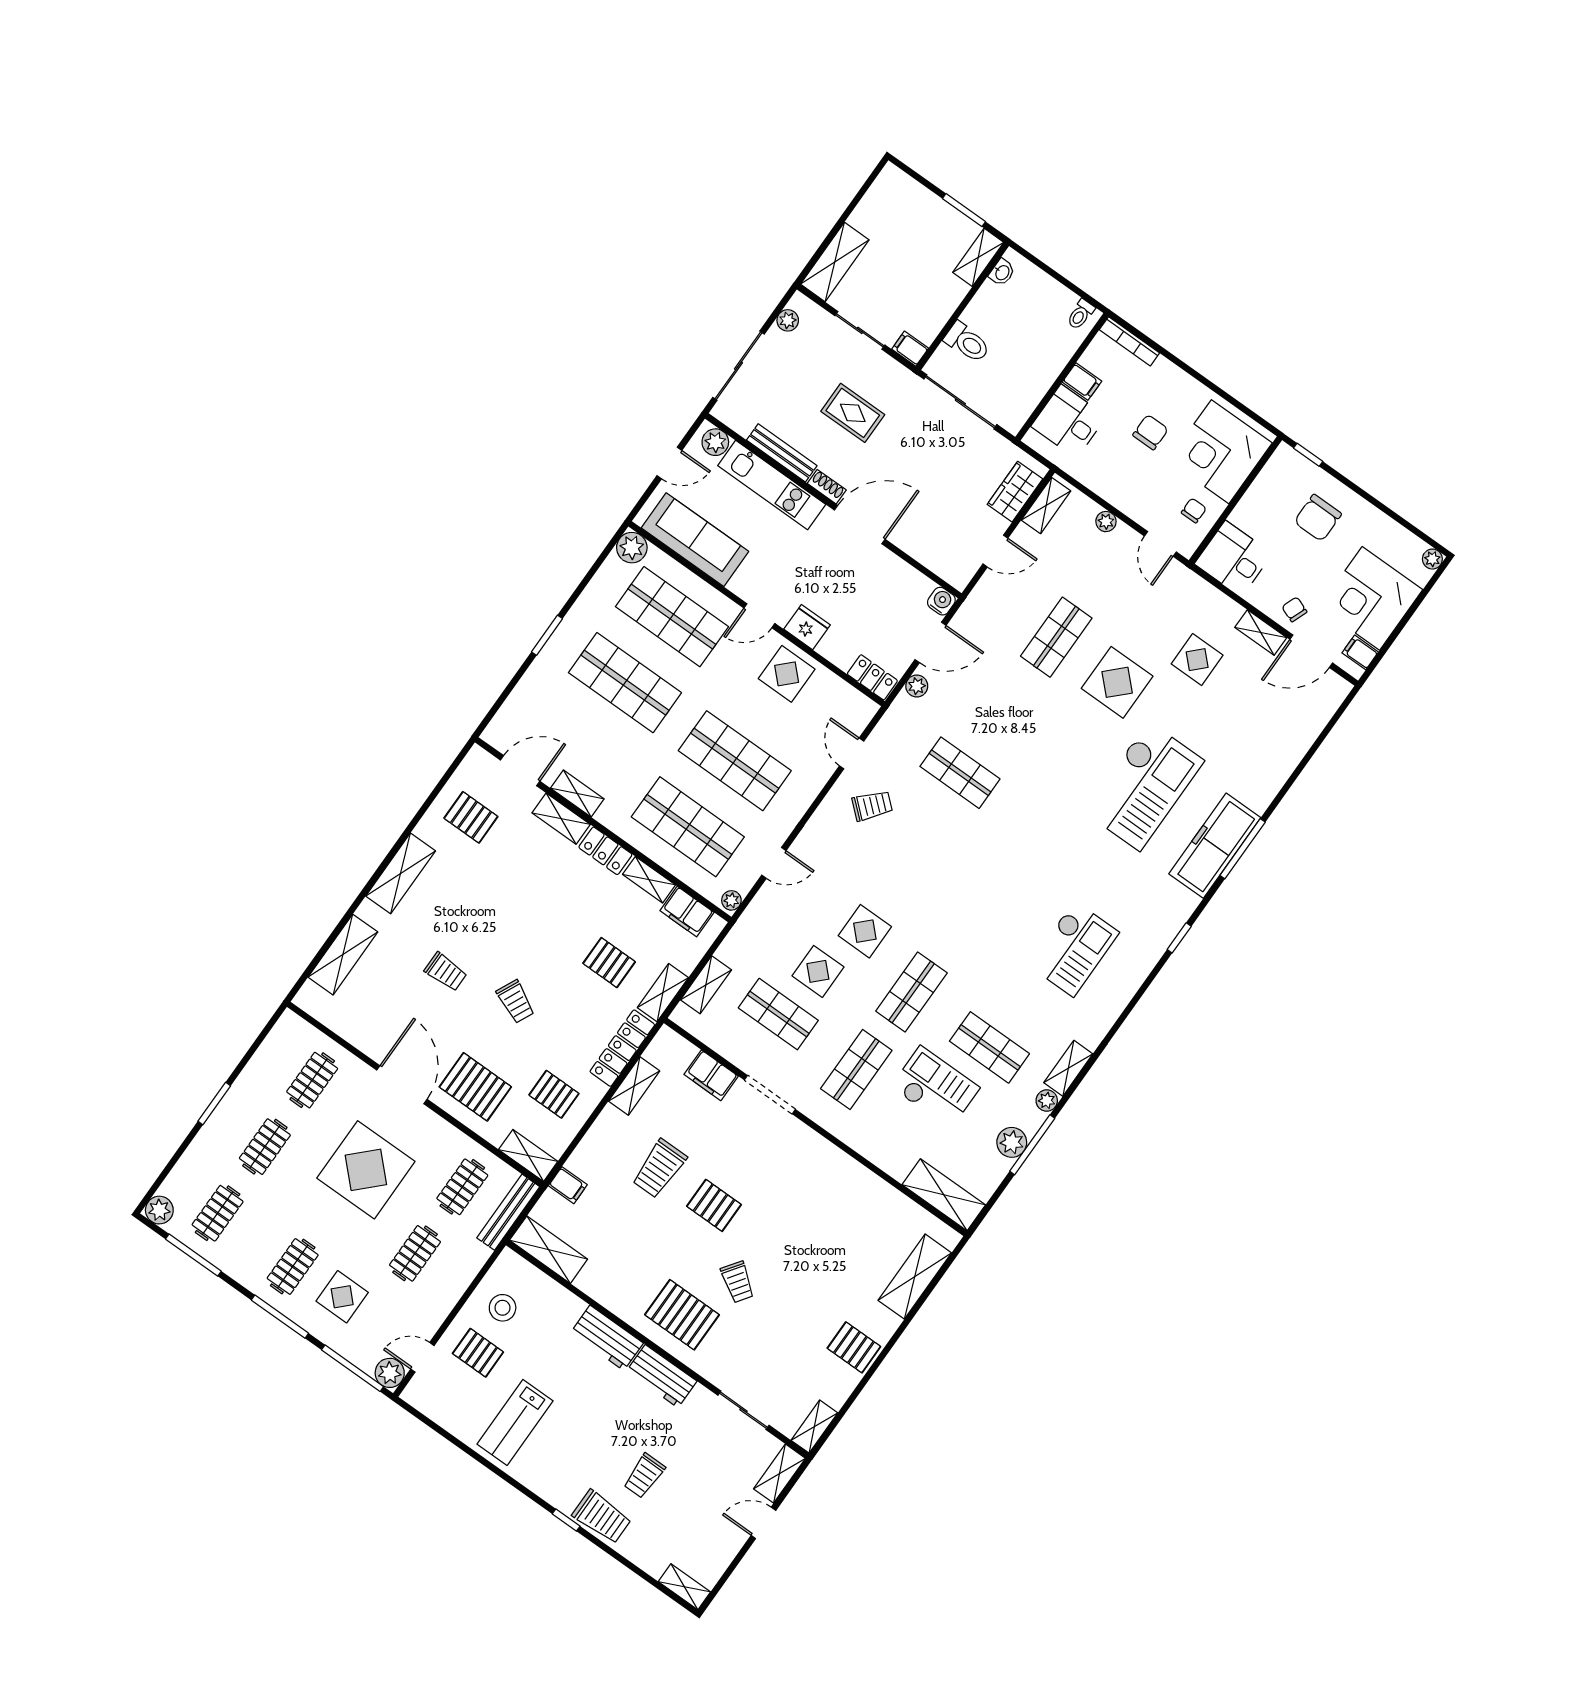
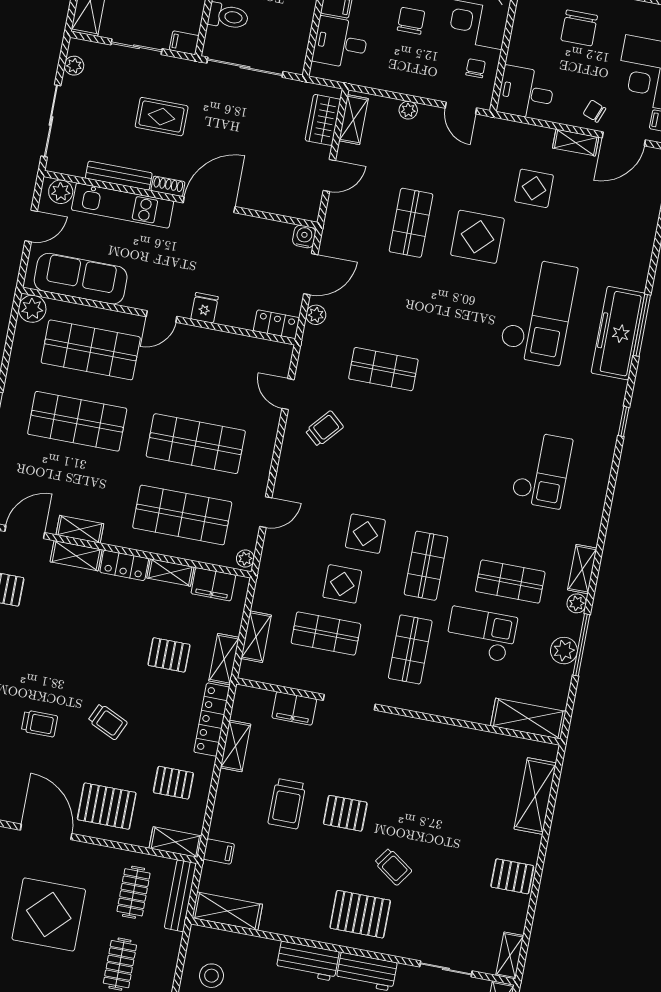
fridge: (807, 627) -> (205, 308), width x0.72
display table: (787, 674) -> (205, 354), removed

